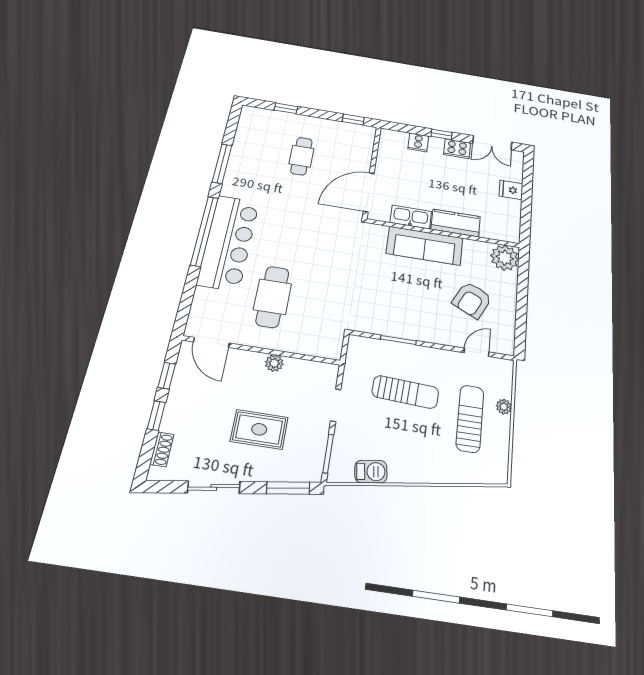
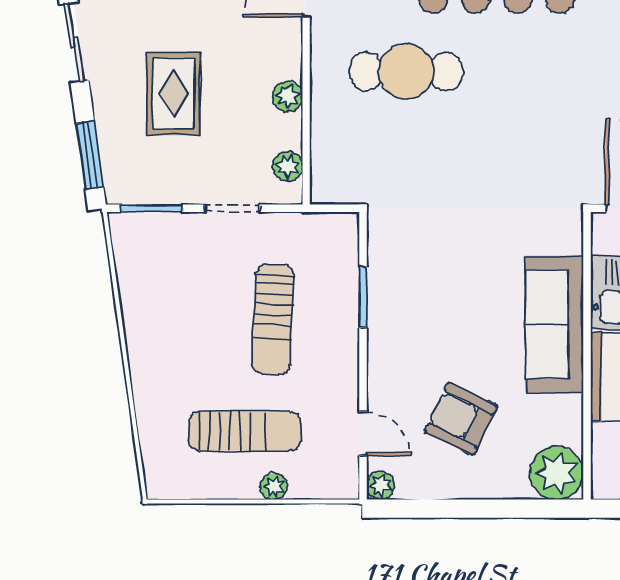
plant: (507, 348) -> (381, 486), added
plant: (316, 369) -> (288, 166), added
barbecue: (371, 472) -> (134, 279), removed

